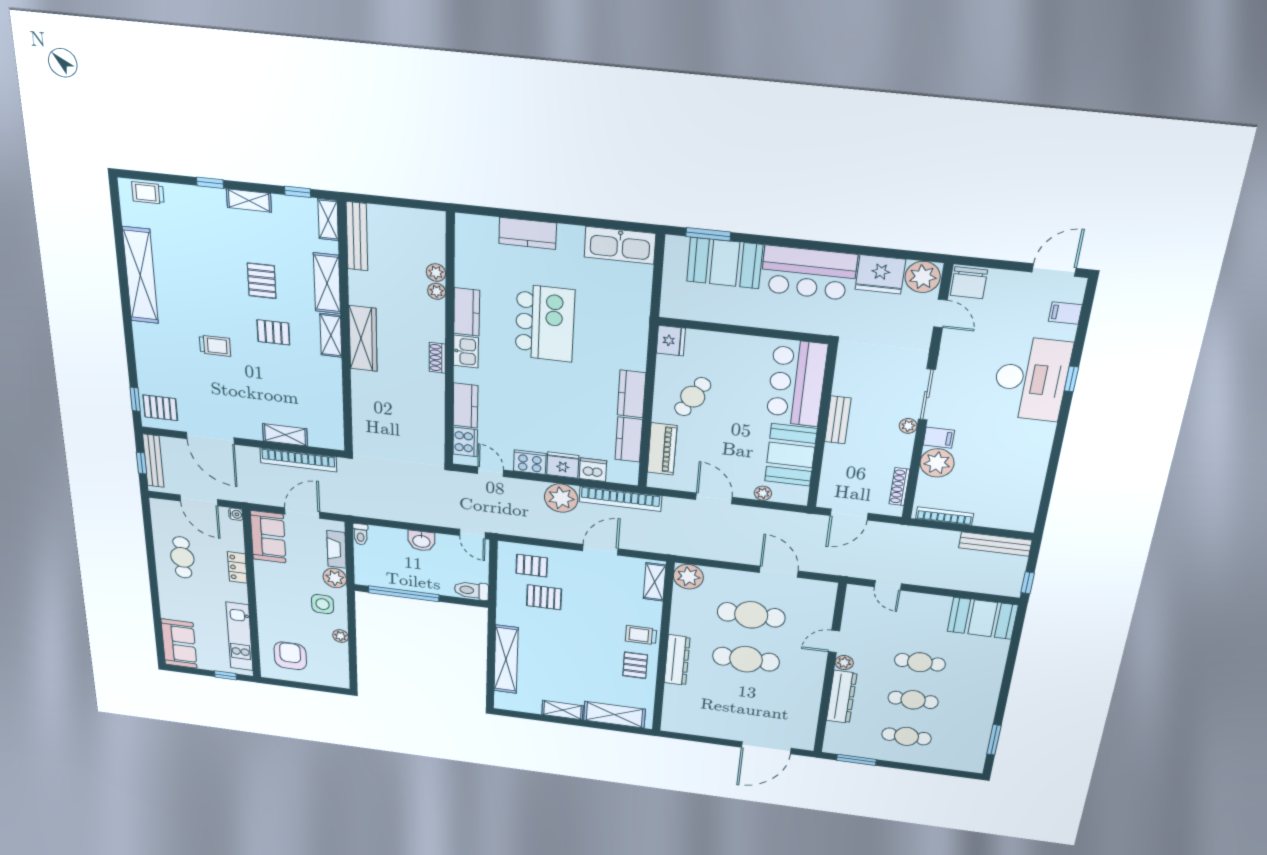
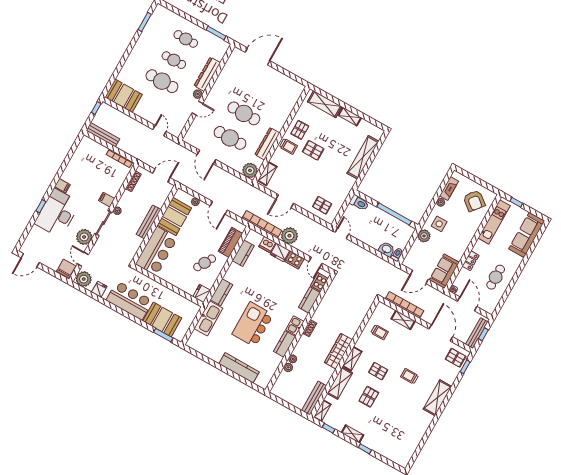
trolley: (148, 193) -> (380, 332), moved
kitchen counter: (528, 233) -> (239, 368), width x1.50
kitchen sink: (620, 245) -> (208, 318), moved, turned 90
fridge: (880, 274) -> (99, 289), width x0.53, depth x0.75
shelving: (140, 275) -> (437, 398), moved, width x0.68
filing cabinet: (1065, 313) -> (62, 186), moved
kitchen counter: (631, 394) -> (221, 292), moved
bench: (838, 420) -> (149, 222), width x1.36
plant: (937, 463) -> (84, 237), moved
washbasin: (421, 541) -> (386, 249), moved
fireplace: (337, 549) -> (449, 189), moved
pallet: (544, 597) -> (313, 150), moved
sofa: (179, 644) -> (527, 235), width x1.36
armchair: (290, 656) -> (474, 201), turned -51
dresser: (677, 660) -> (267, 144), moved
cafe table: (920, 662) -> (162, 81), width x1.37, depth x1.35

